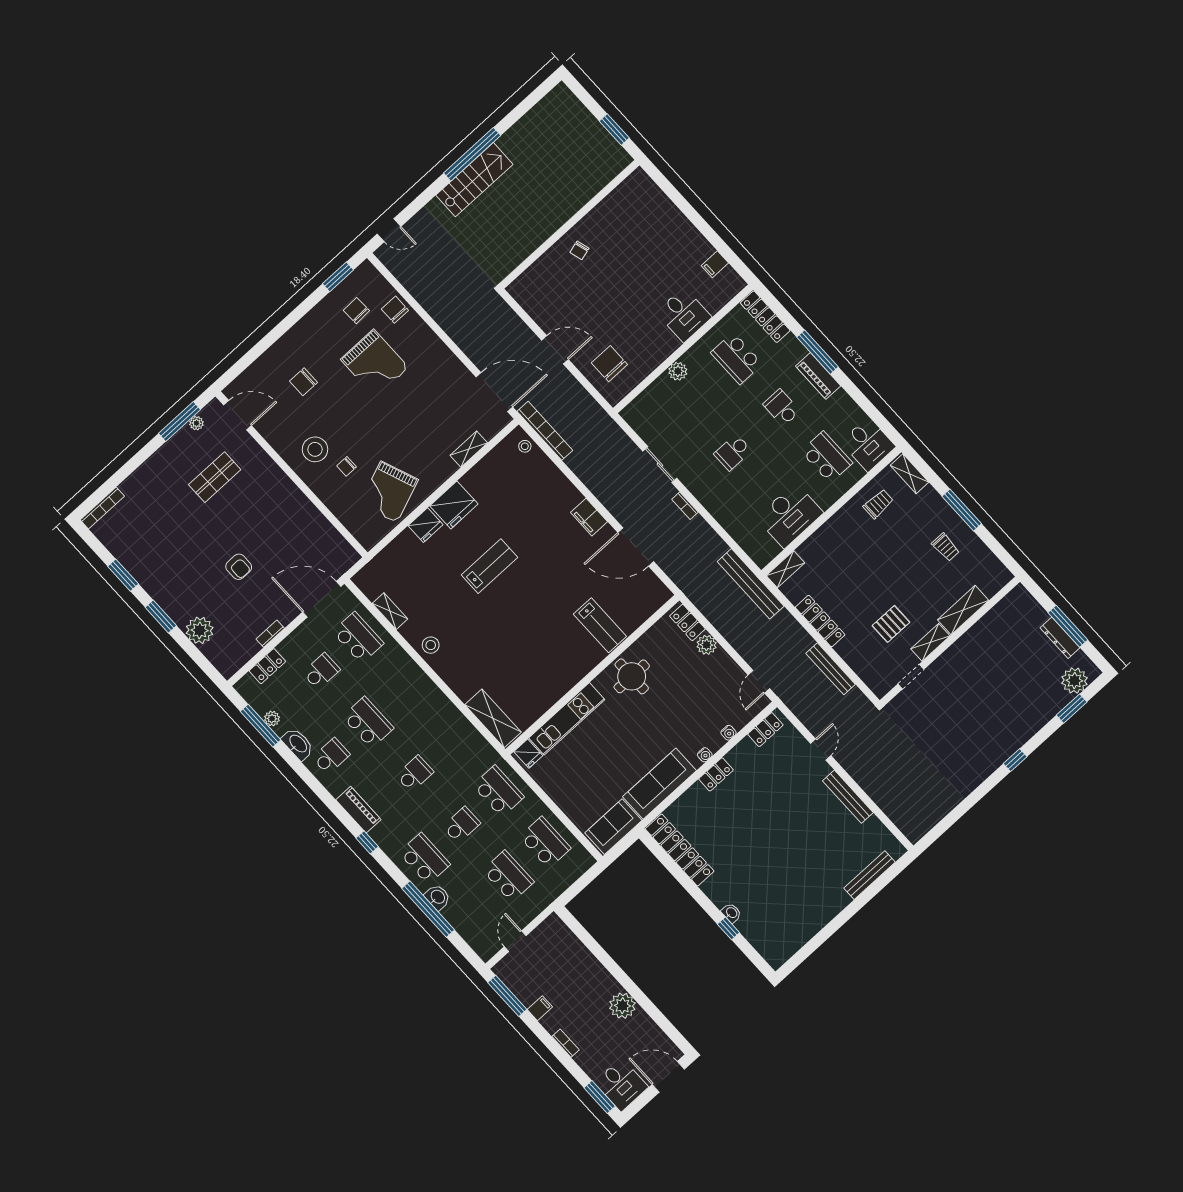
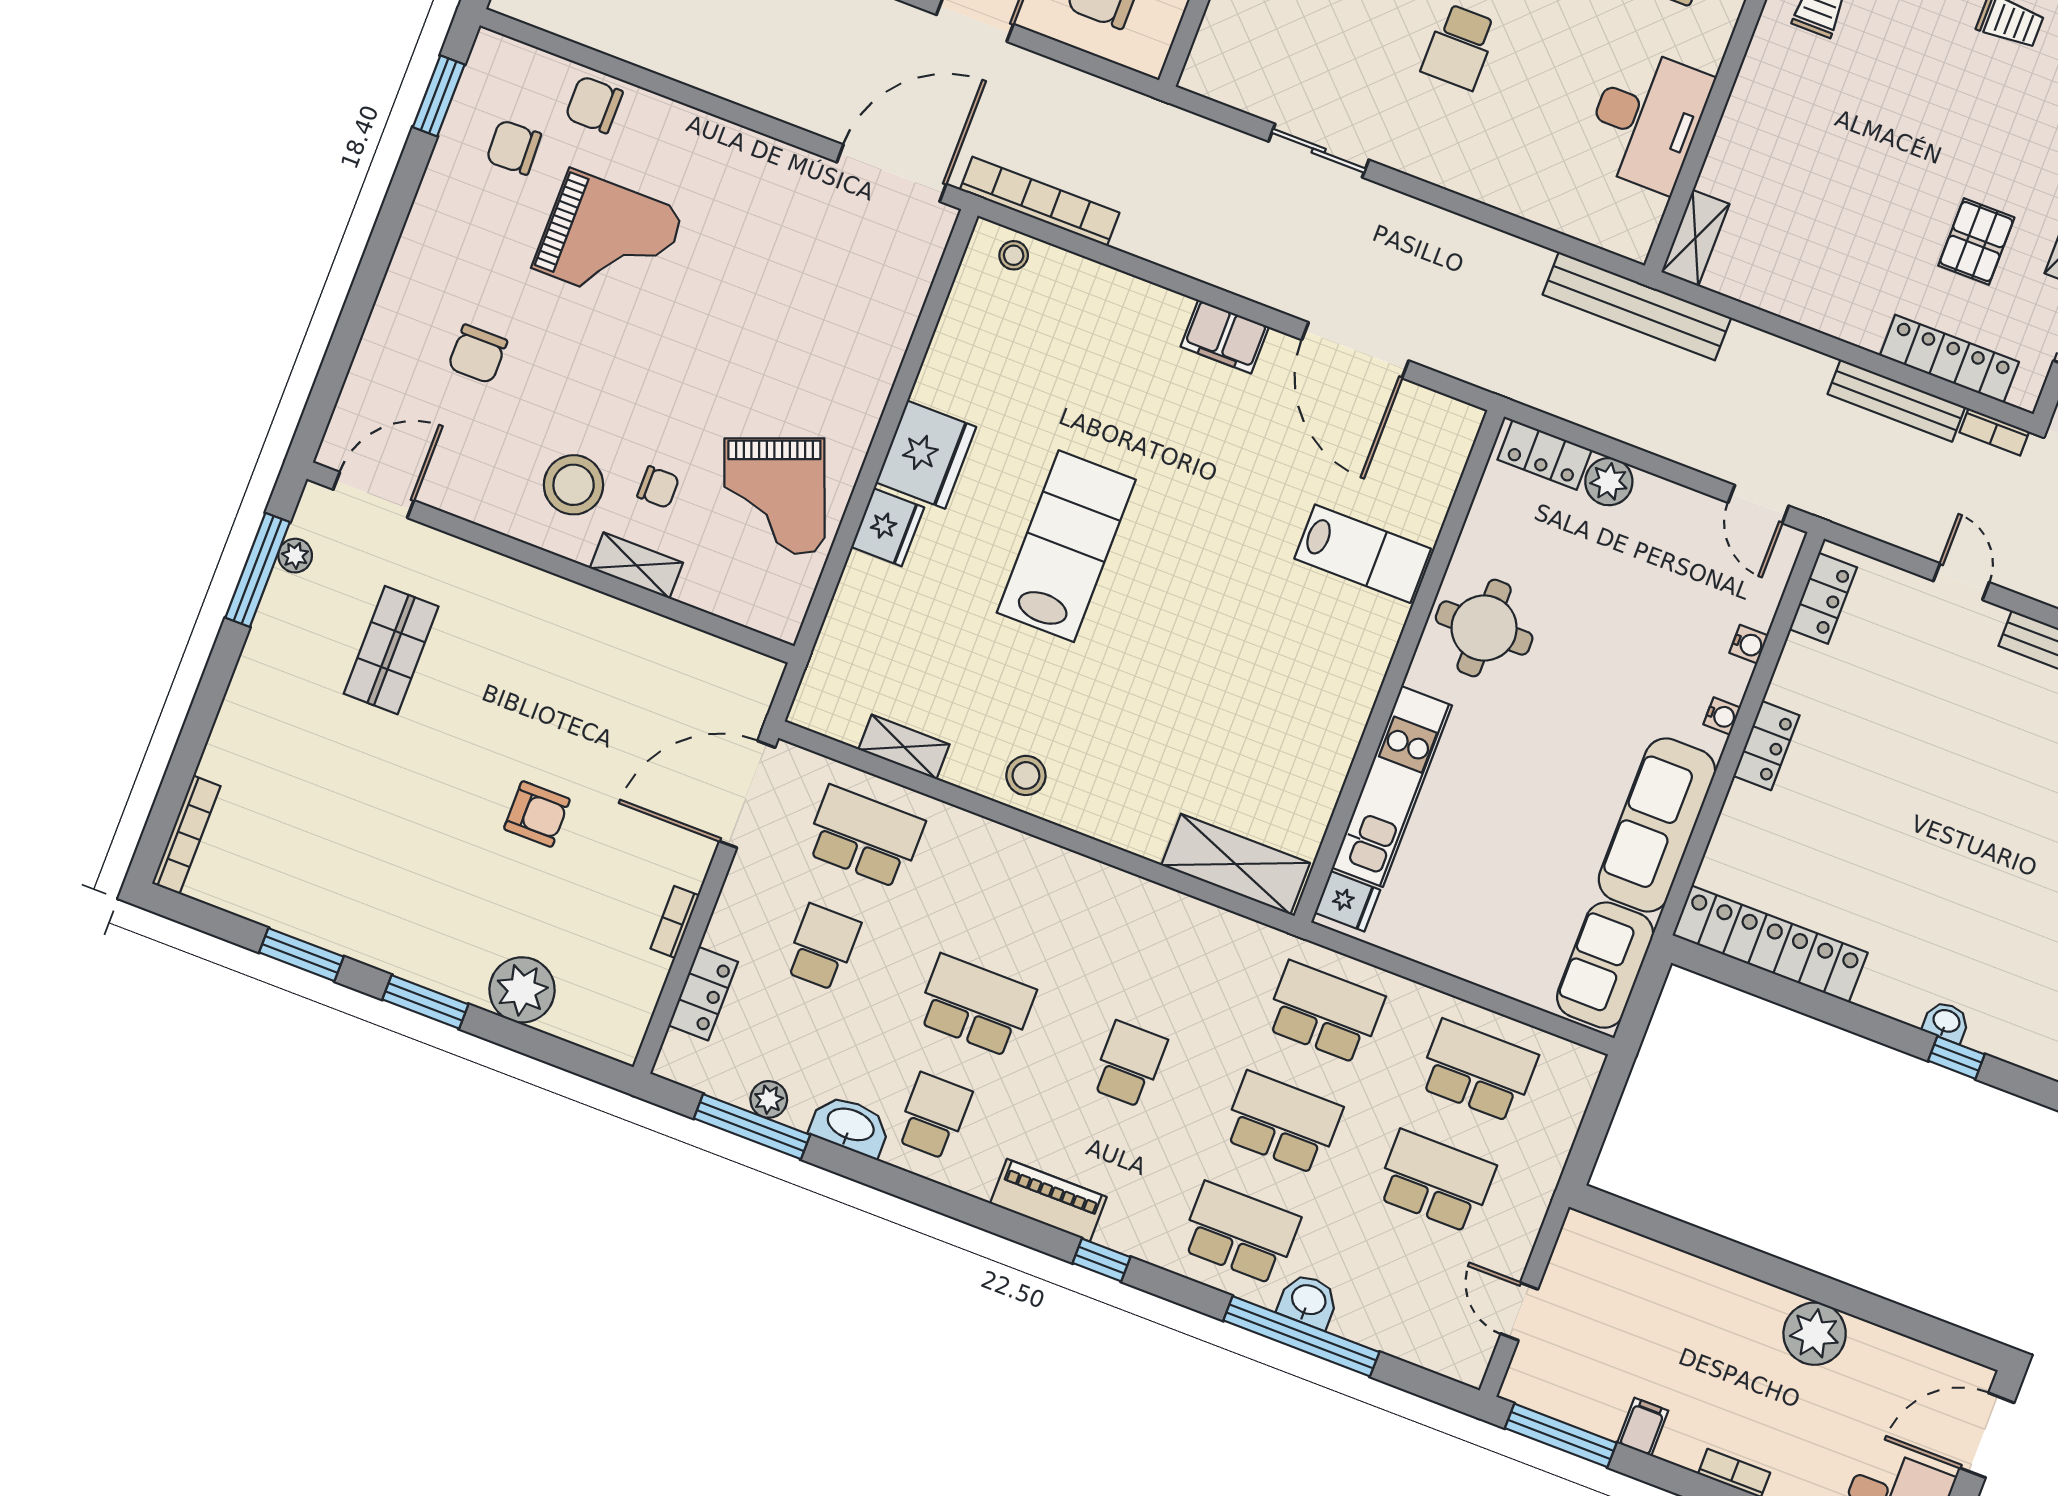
shelving: (469, 449) -> (636, 565), moved, turned 90
chair: (347, 466) -> (658, 487), turned -90
bookcase: (685, 506) -> (1994, 432), moved
door: (636, 547) -> (1355, 350), hinge flipped
lab bench: (489, 566) -> (1066, 546), width x1.36, depth x1.39
locker: (820, 621) -> (1949, 359), moved
school desk: (462, 825) -> (1282, 1123), width x1.85

